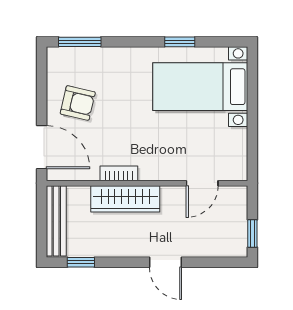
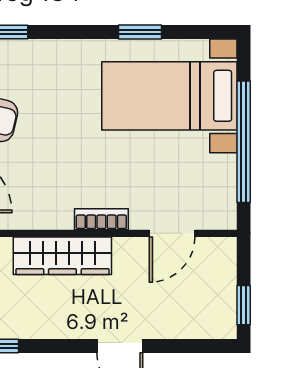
window: (252, 119) -> (244, 142), added
bookcase: (119, 173) -> (101, 219), moved

